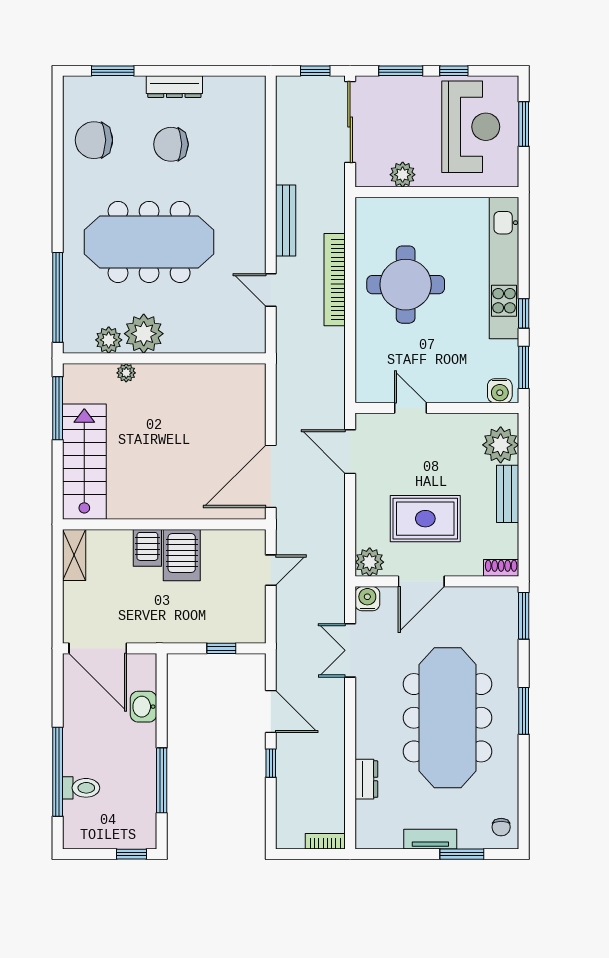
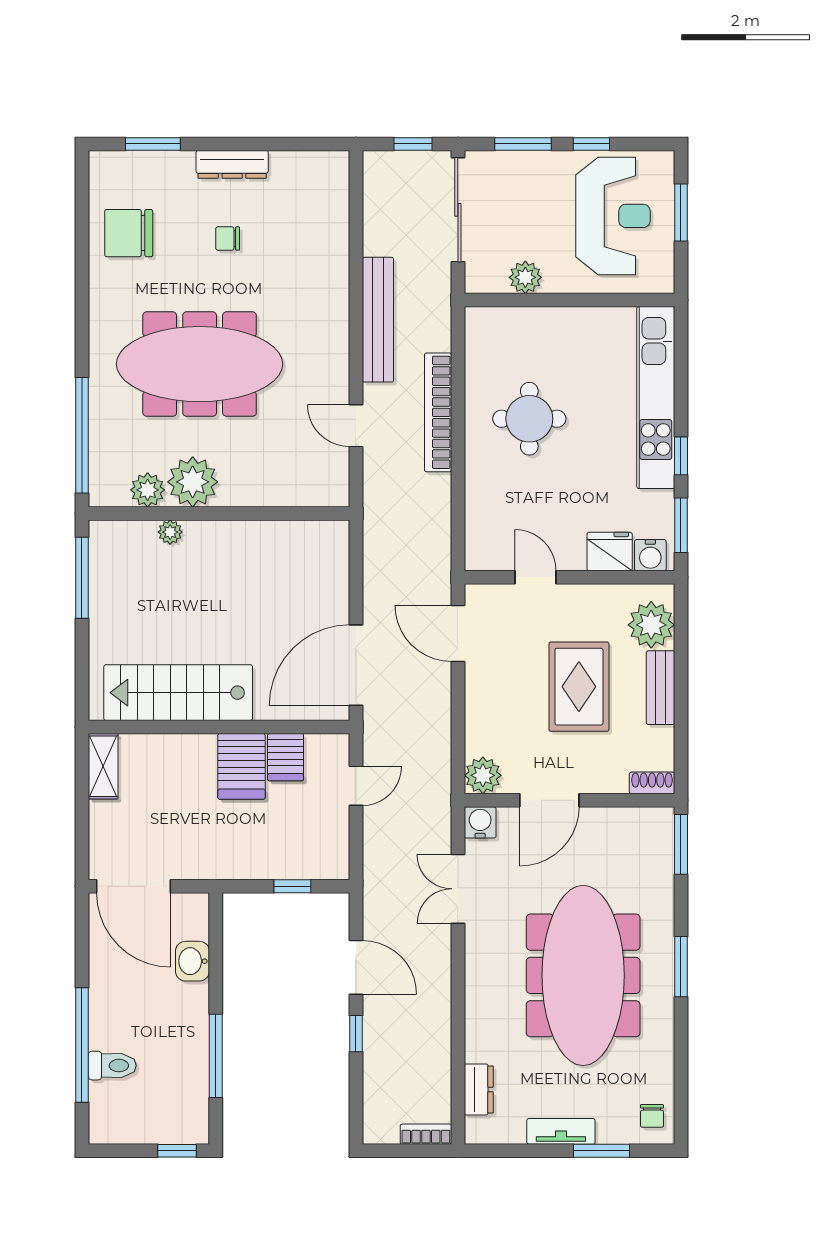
chair: (171, 144) -> (228, 239), width x0.54, depth x0.54
bench: (286, 221) -> (378, 320), width x1.37, depth x1.21
round table: (406, 285) -> (529, 419), width x0.73, depth x0.73
fridge: (468, 388) -> (610, 551), added
stairs: (84, 462) -> (178, 693), moved, turned -90
rug: (425, 519) -> (579, 687), moved, turned 90
server rack: (147, 548) -> (286, 757), moved
dresser: (366, 779) -> (479, 1089), moved

